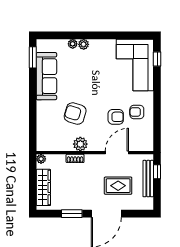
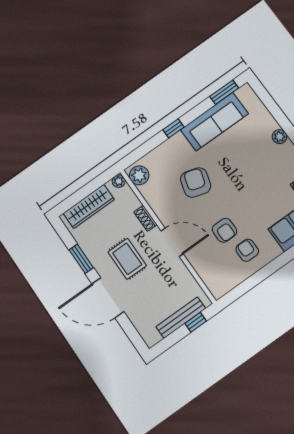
plant: (73, 44) -> (271, 124), removed
window: (33, 103) -> (173, 128), added
plant: (80, 144) -> (139, 175), moved
door: (117, 153) -> (172, 242), moved
rug: (118, 186) -> (127, 259), moved

